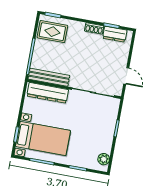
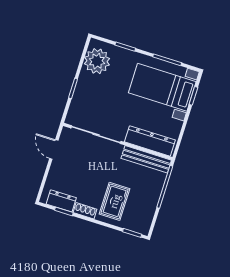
rug: (52, 32) -> (115, 201), moved, turned 90
plant: (104, 159) -> (97, 61), width x1.88, depth x1.88

